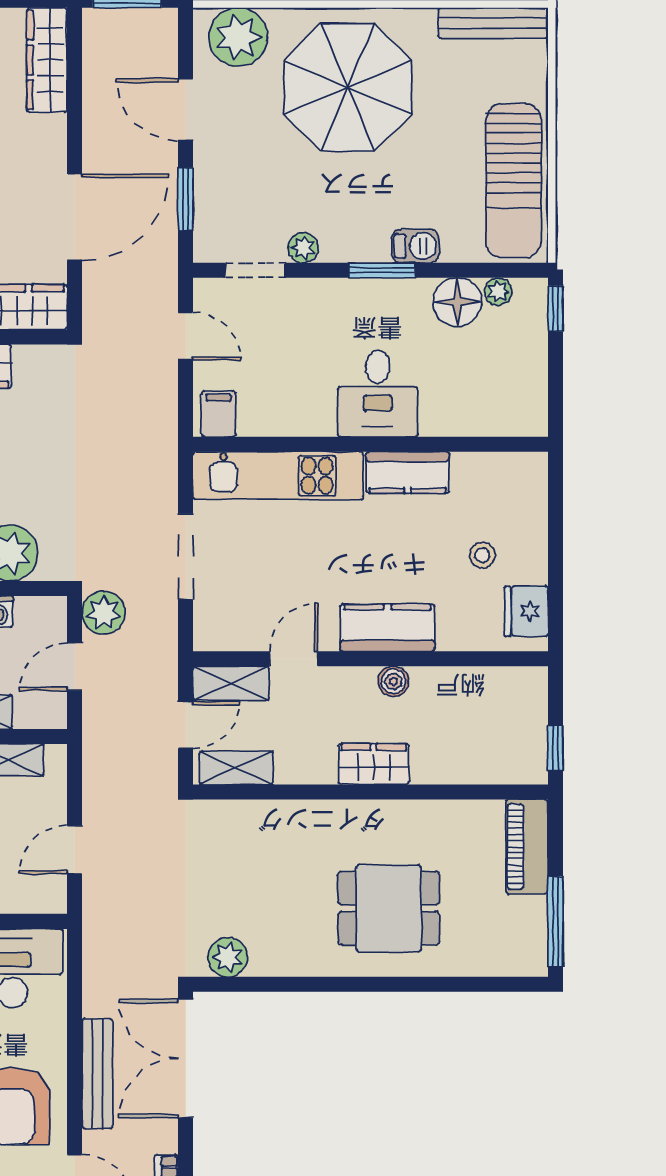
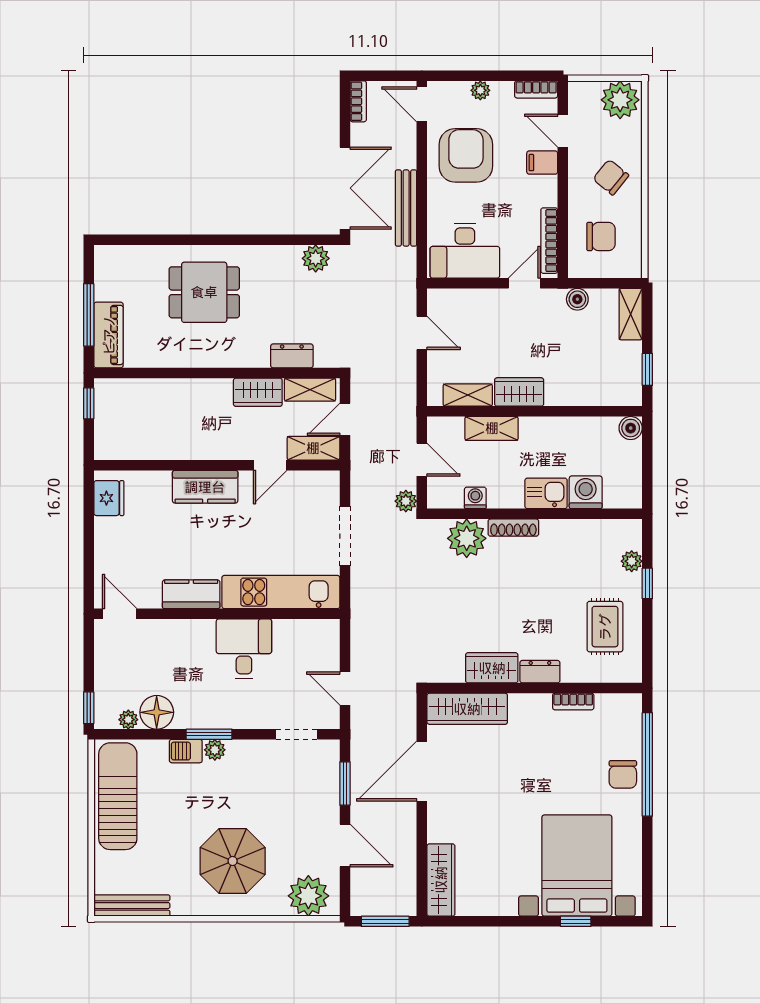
parasol: (348, 87) -> (233, 861), width x0.73, depth x0.73
plant: (303, 248) -> (215, 750), moved
desk: (378, 394) -> (244, 649), moved
filing cabinet: (219, 414) -> (322, 635), removed
door: (511, 444) -> (120, 614), added
stool: (482, 555) -> (139, 537), removed
plant: (104, 613) -> (406, 501), width x0.73, depth x0.73
door: (75, 667) -> (422, 460), hinge flipped
boiler: (393, 681) -> (201, 449), removed
wardrobe: (374, 764) -> (258, 392), moved
dresser: (262, 817) -> (292, 356), added
door: (75, 850) -> (422, 333), hinge flipped
window: (555, 921) -> (89, 315), moved
bench: (97, 1074) -> (406, 208), moved

